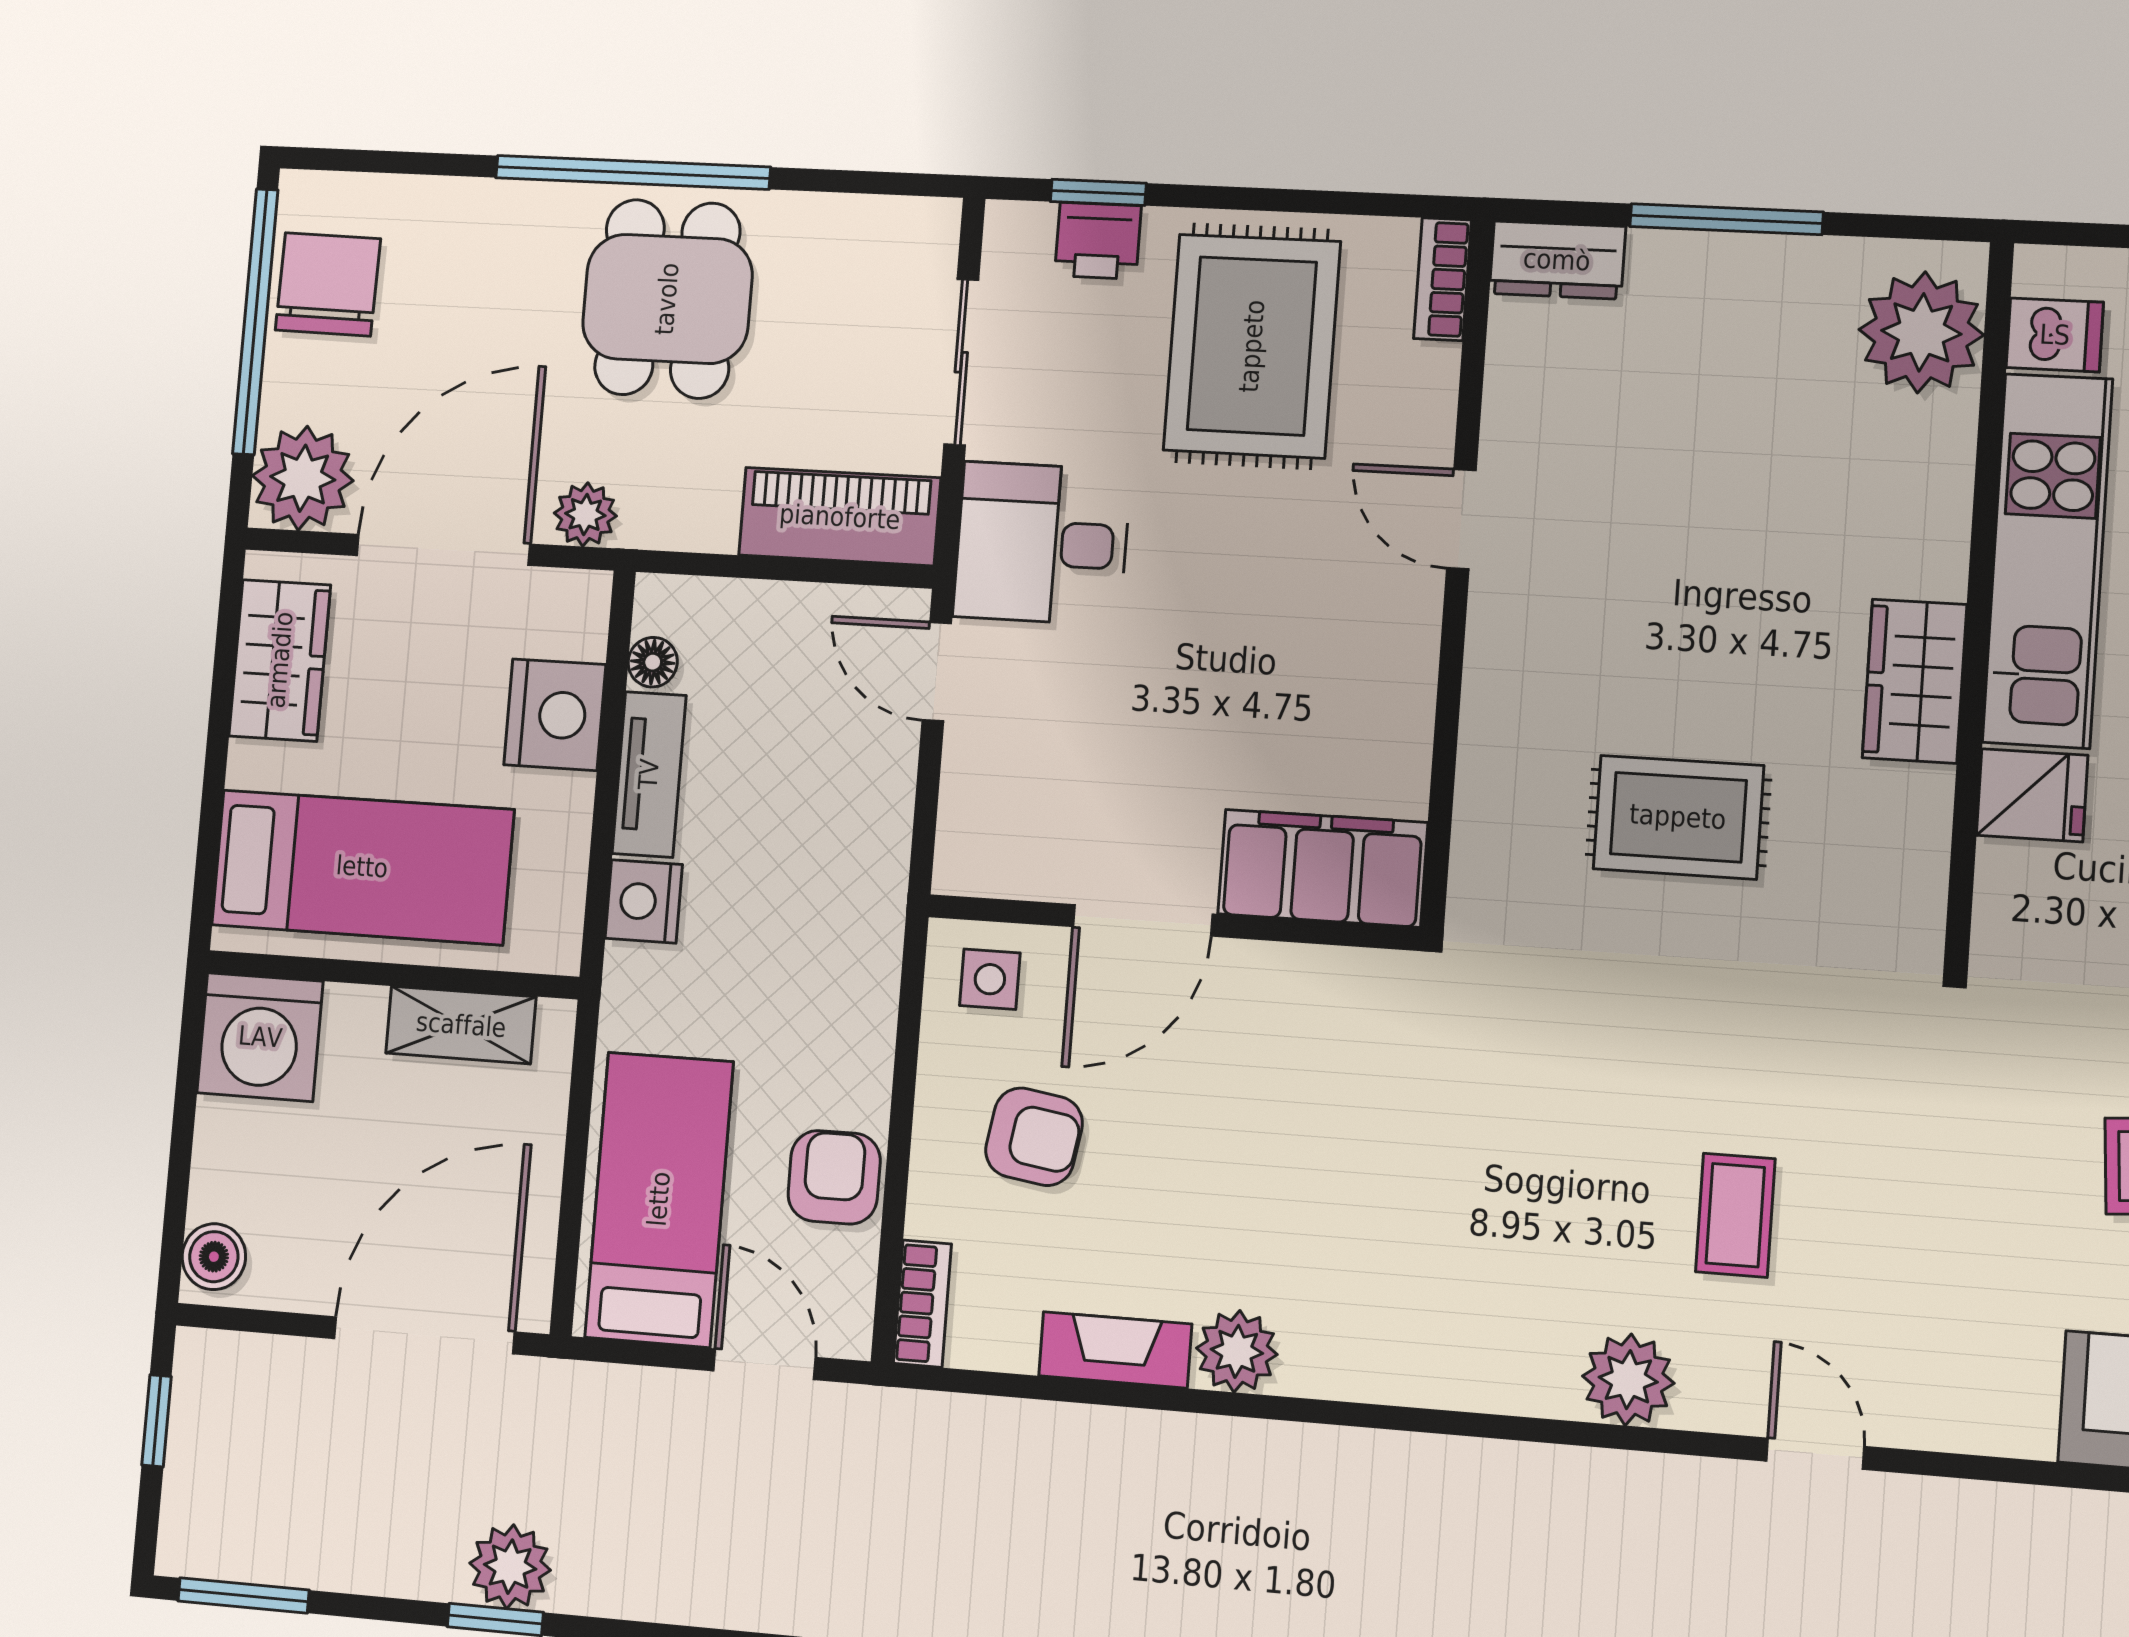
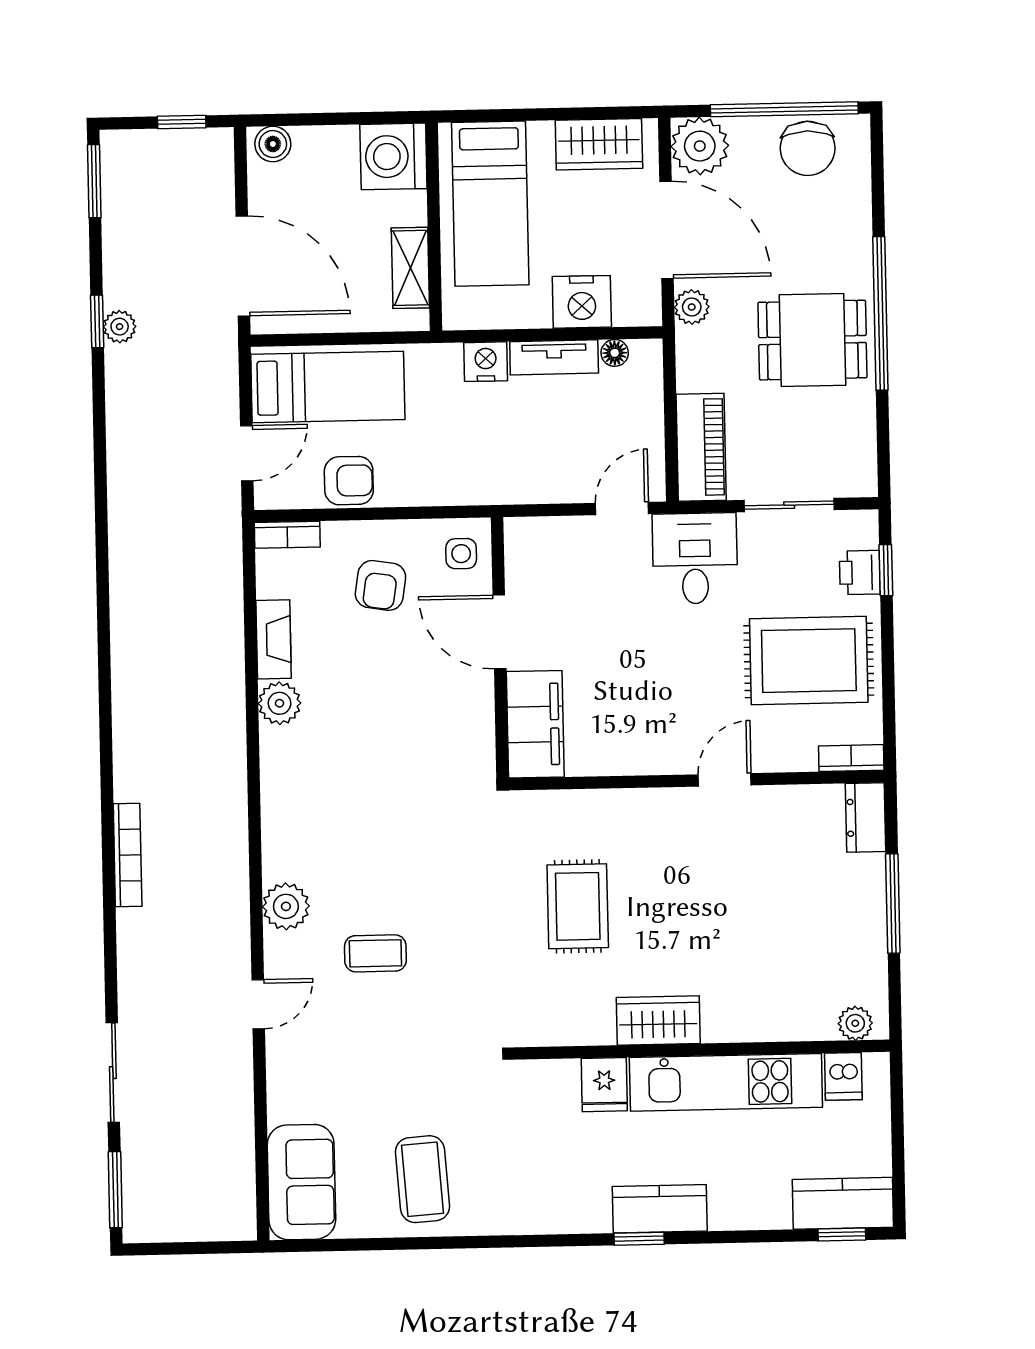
chair: (328, 284) -> (808, 148), turned 89
plant: (1921, 332) -> (855, 1023), width x0.53, depth x0.53
plant: (510, 1567) -> (120, 327), width x0.73, depth x0.73

